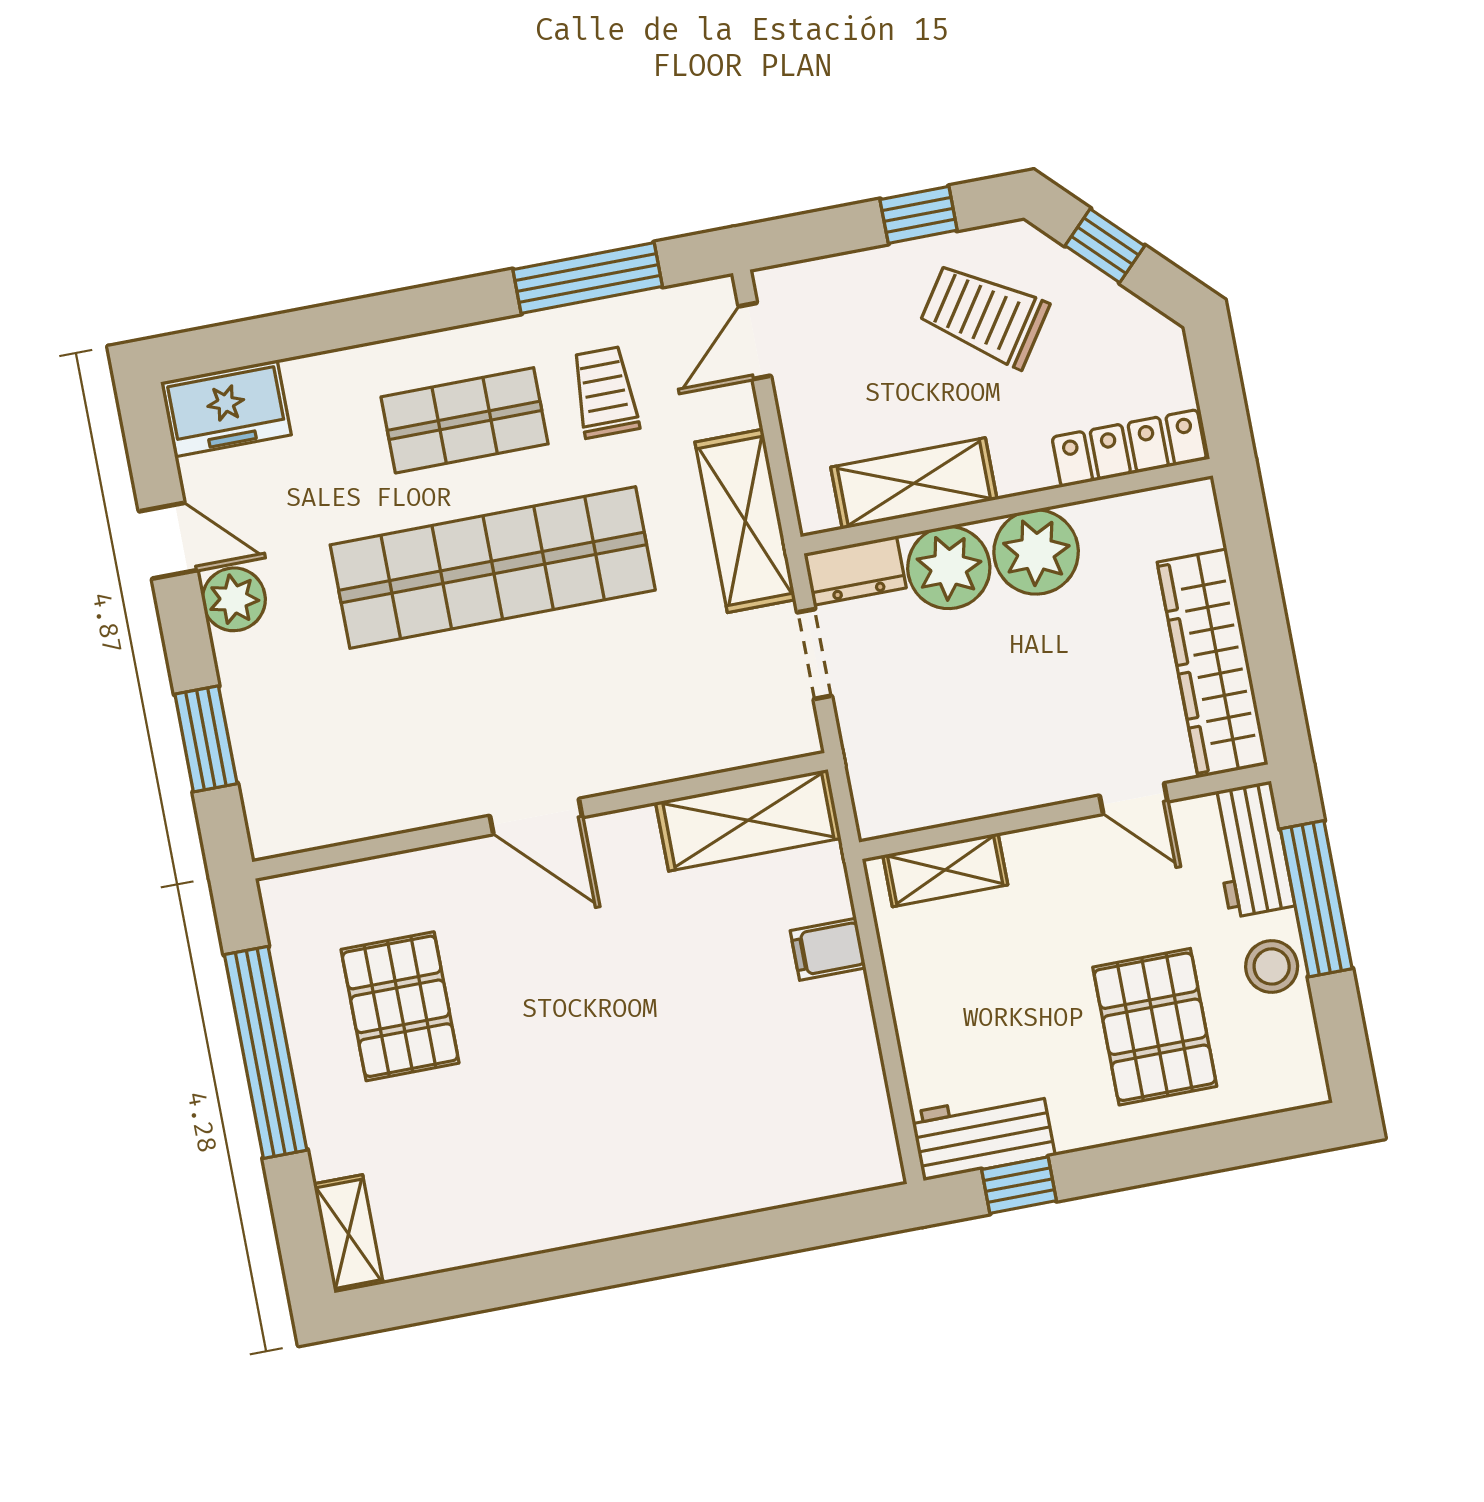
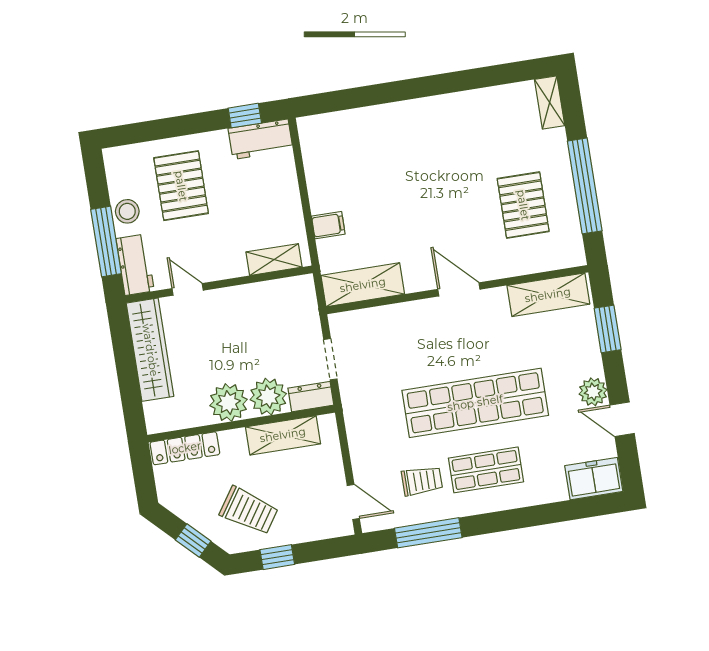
door: (755, 341) -> (353, 502), hinge flipped
trolley: (605, 392) -> (422, 481), turned -90
shelving: (745, 521) -> (548, 295), moved, turned 90

